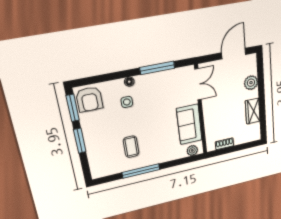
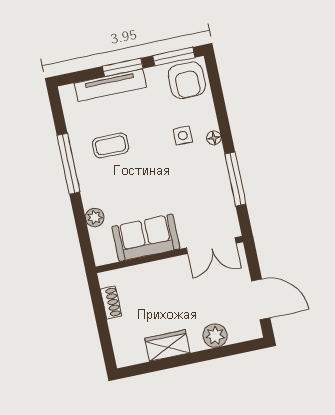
armchair: (89, 99) -> (187, 80), turned -90
tv unit: (92, 148) -> (110, 85), added
plant: (192, 150) -> (95, 217), moved

